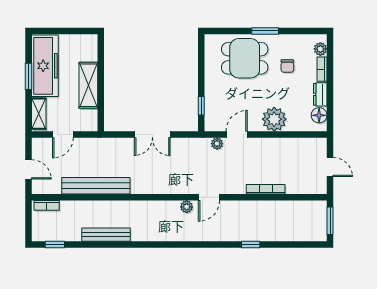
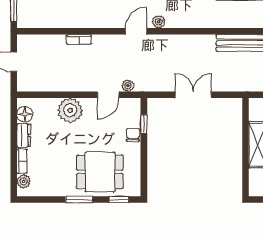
window: (226, 31) -> (119, 200), added
chair: (287, 66) -> (133, 135), moved
bookcase: (266, 189) -> (79, 39), width x0.64

